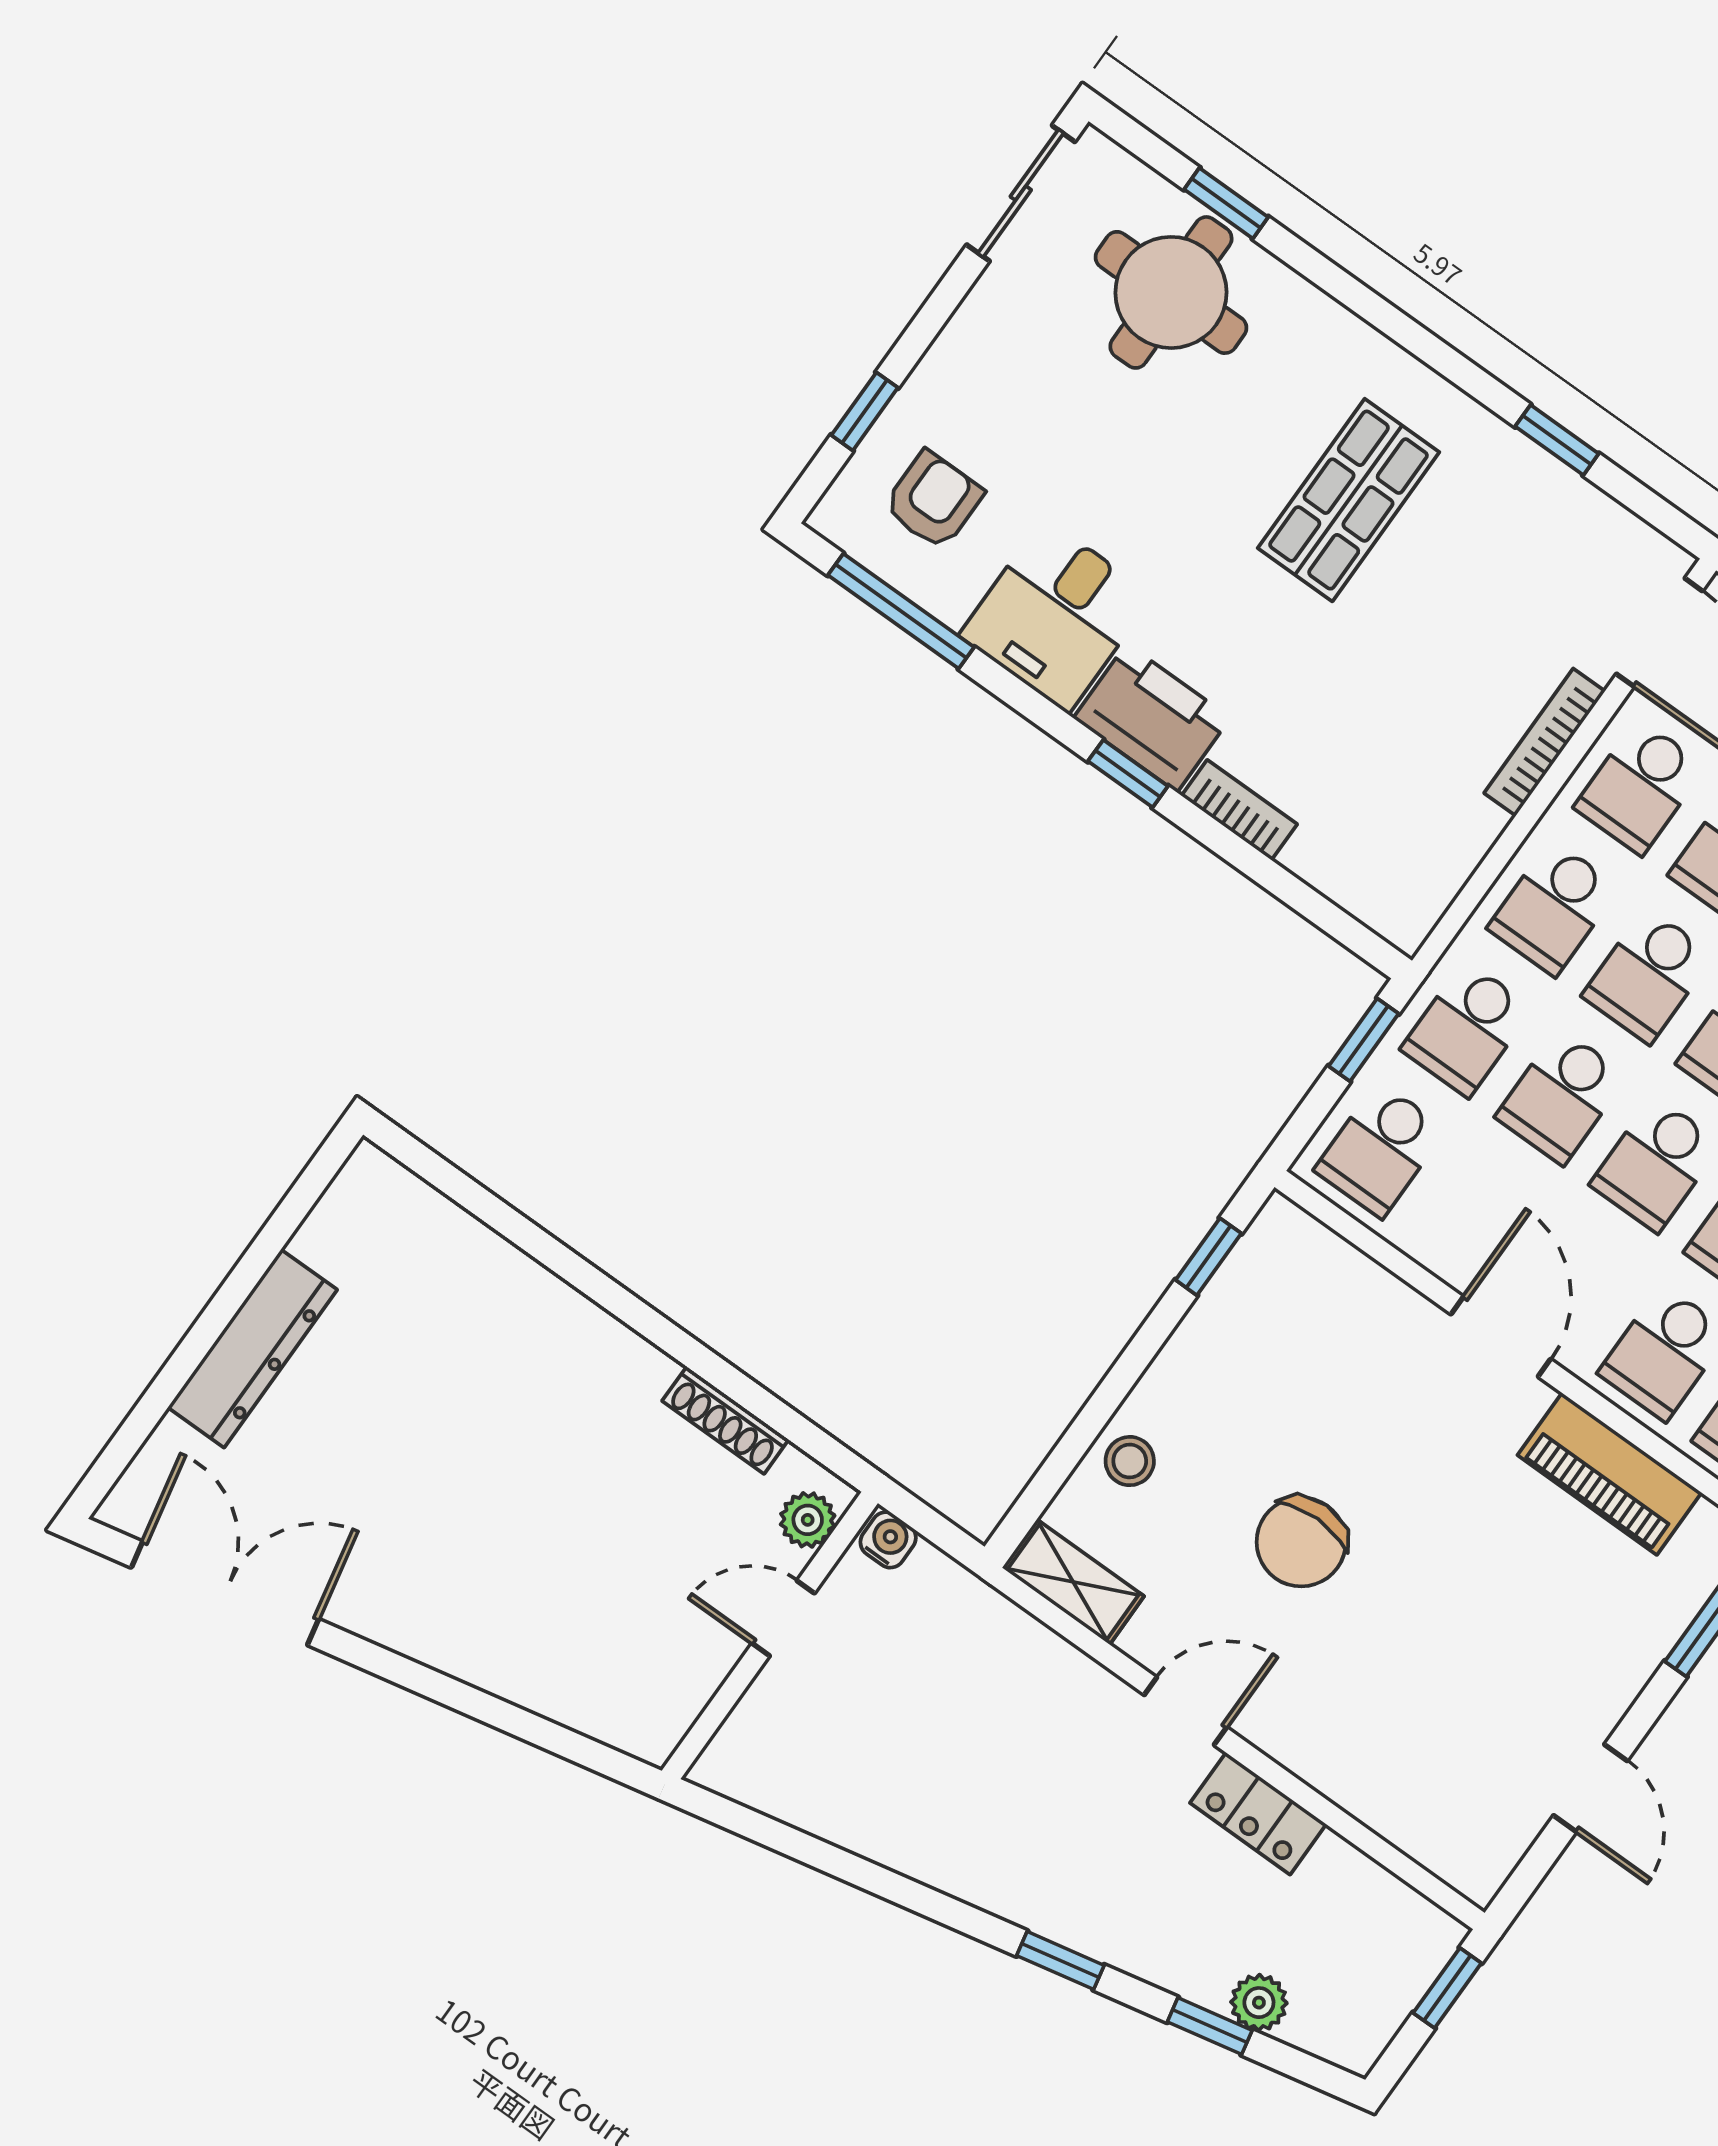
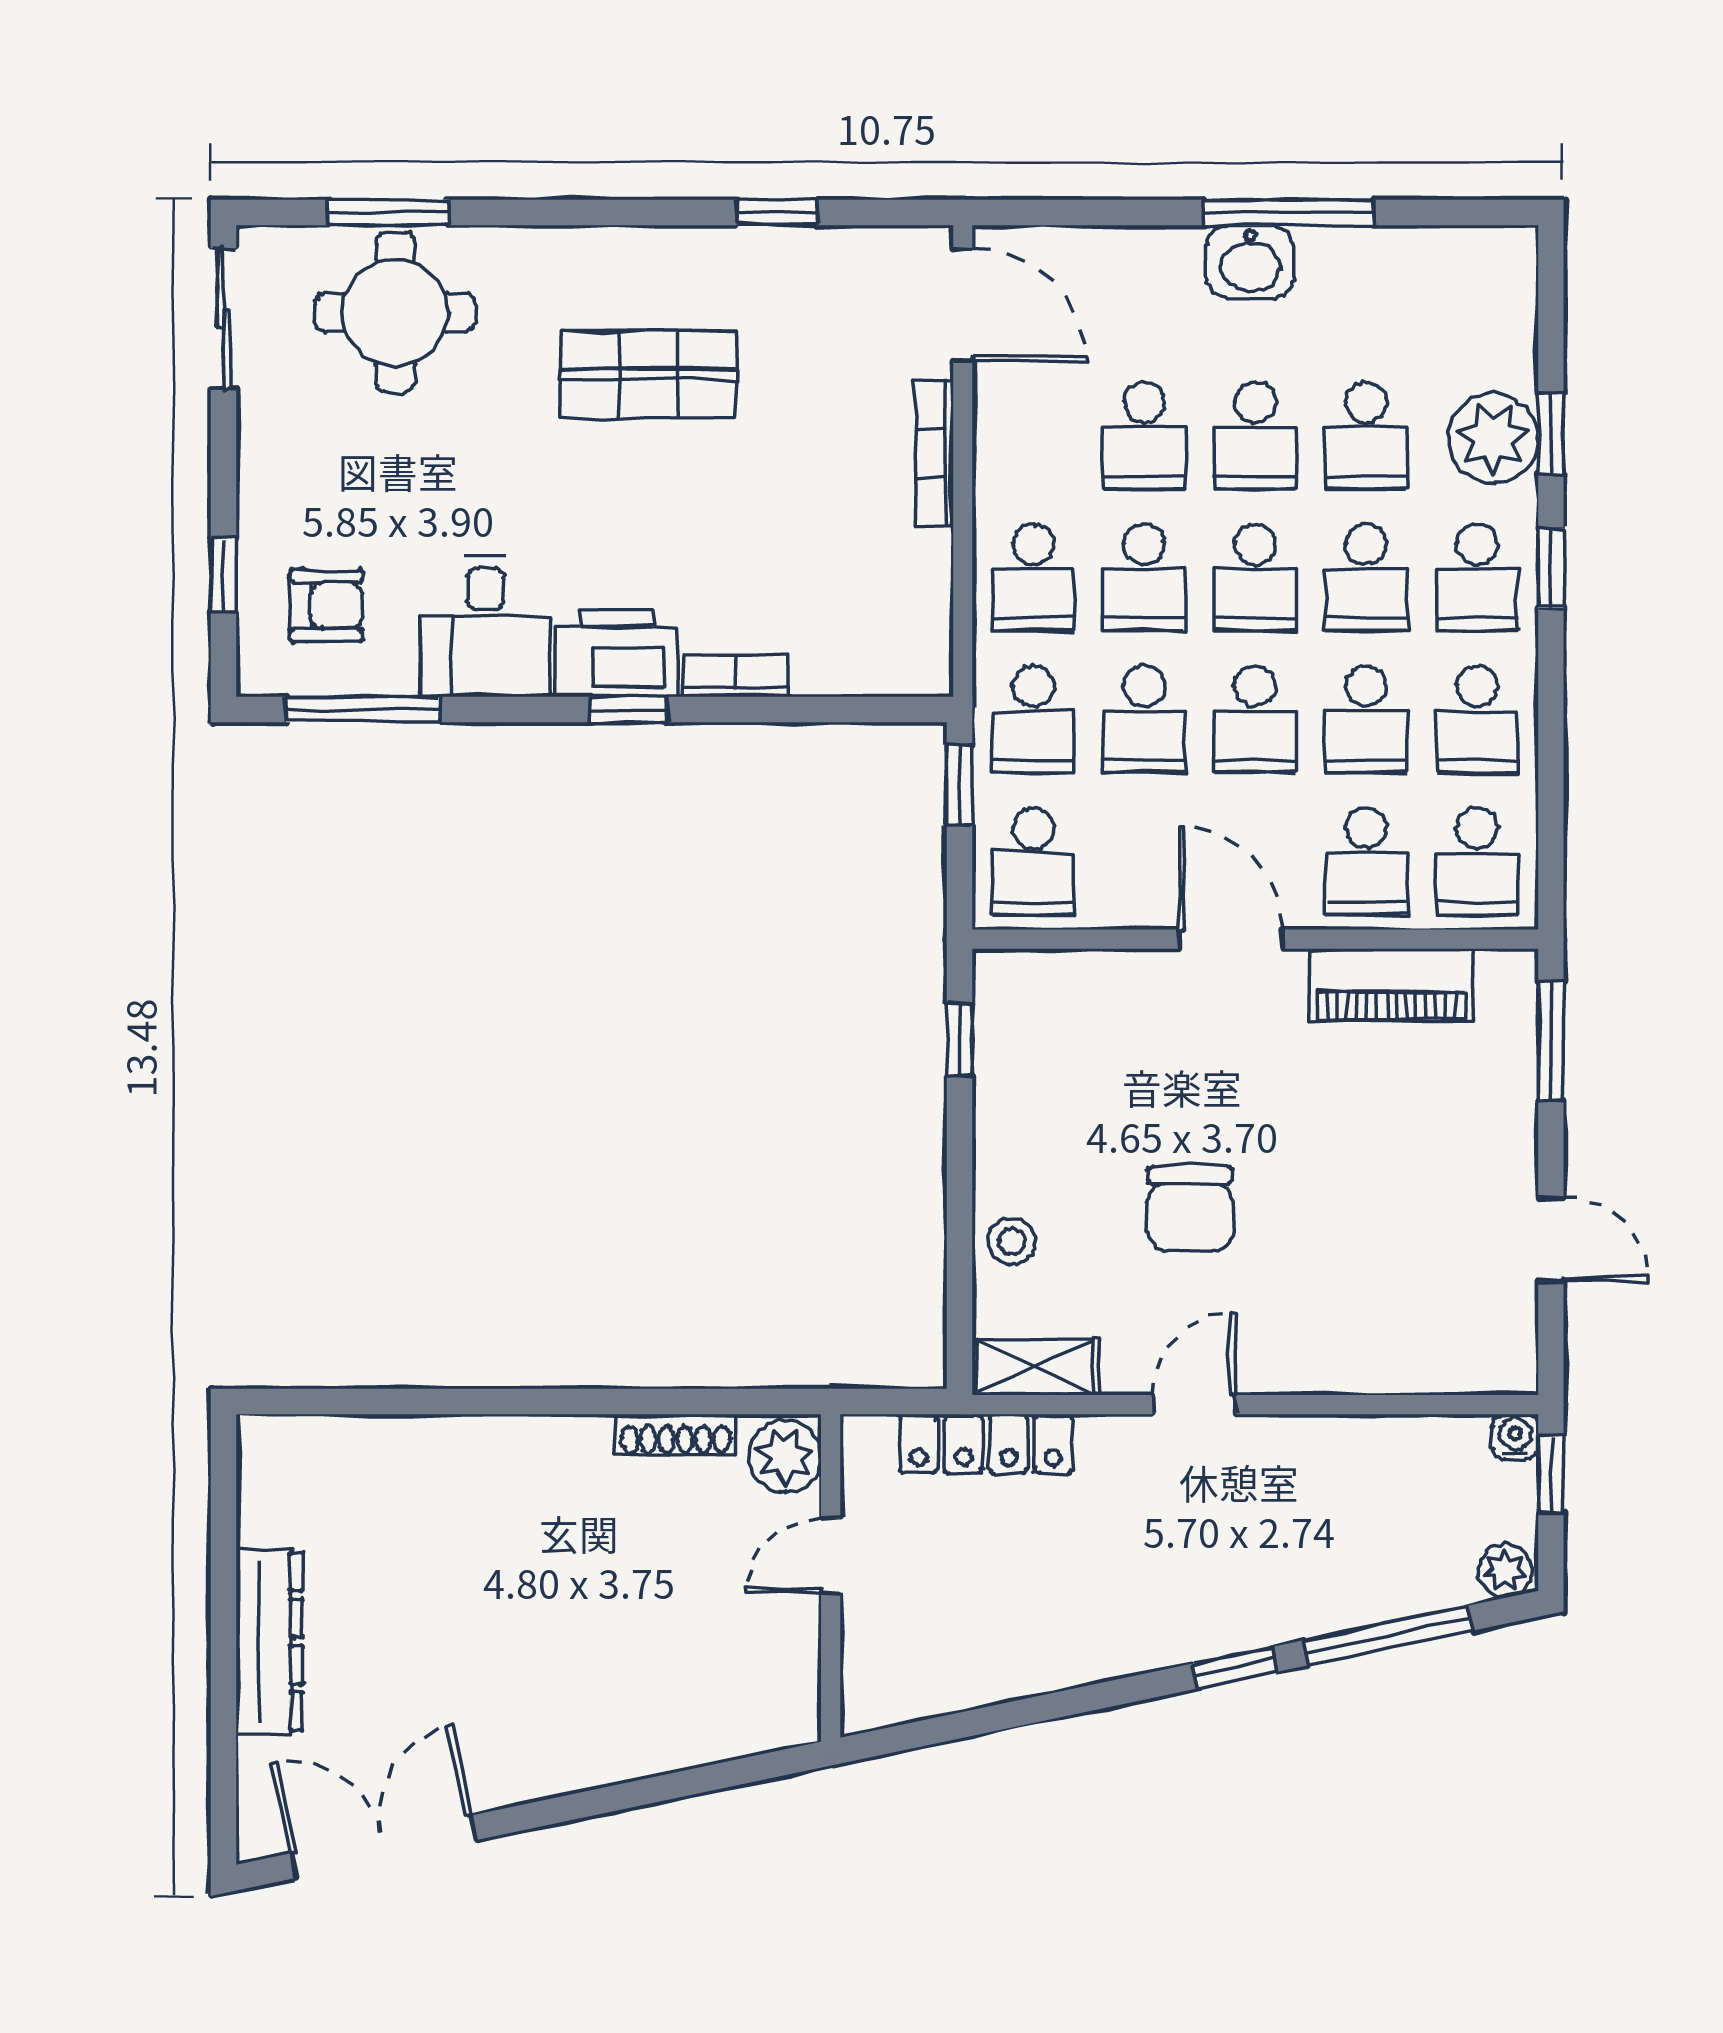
window: (1226, 203) -> (388, 213), width x1.50
armchair: (933, 500) -> (326, 605), turned 90
shop shelf: (1349, 500) -> (648, 375), turned 90
school desk: (1640, 787) -> (1033, 436), removed
plant: (808, 1520) -> (785, 1456), width x1.38, depth x1.38
water cooler: (888, 1540) -> (1515, 1437), moved
locker: (1258, 1814) -> (986, 1444), moved, width x1.53
plant: (1259, 2003) -> (1505, 1571), moved
window: (1210, 2026) -> (1388, 1635), width x2.17

